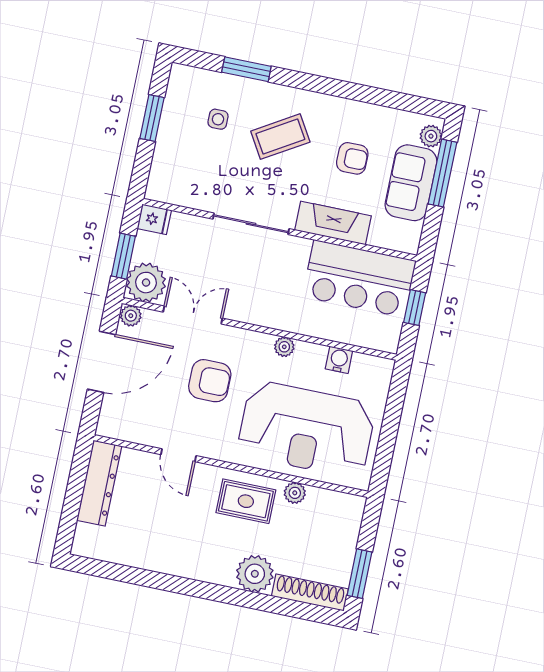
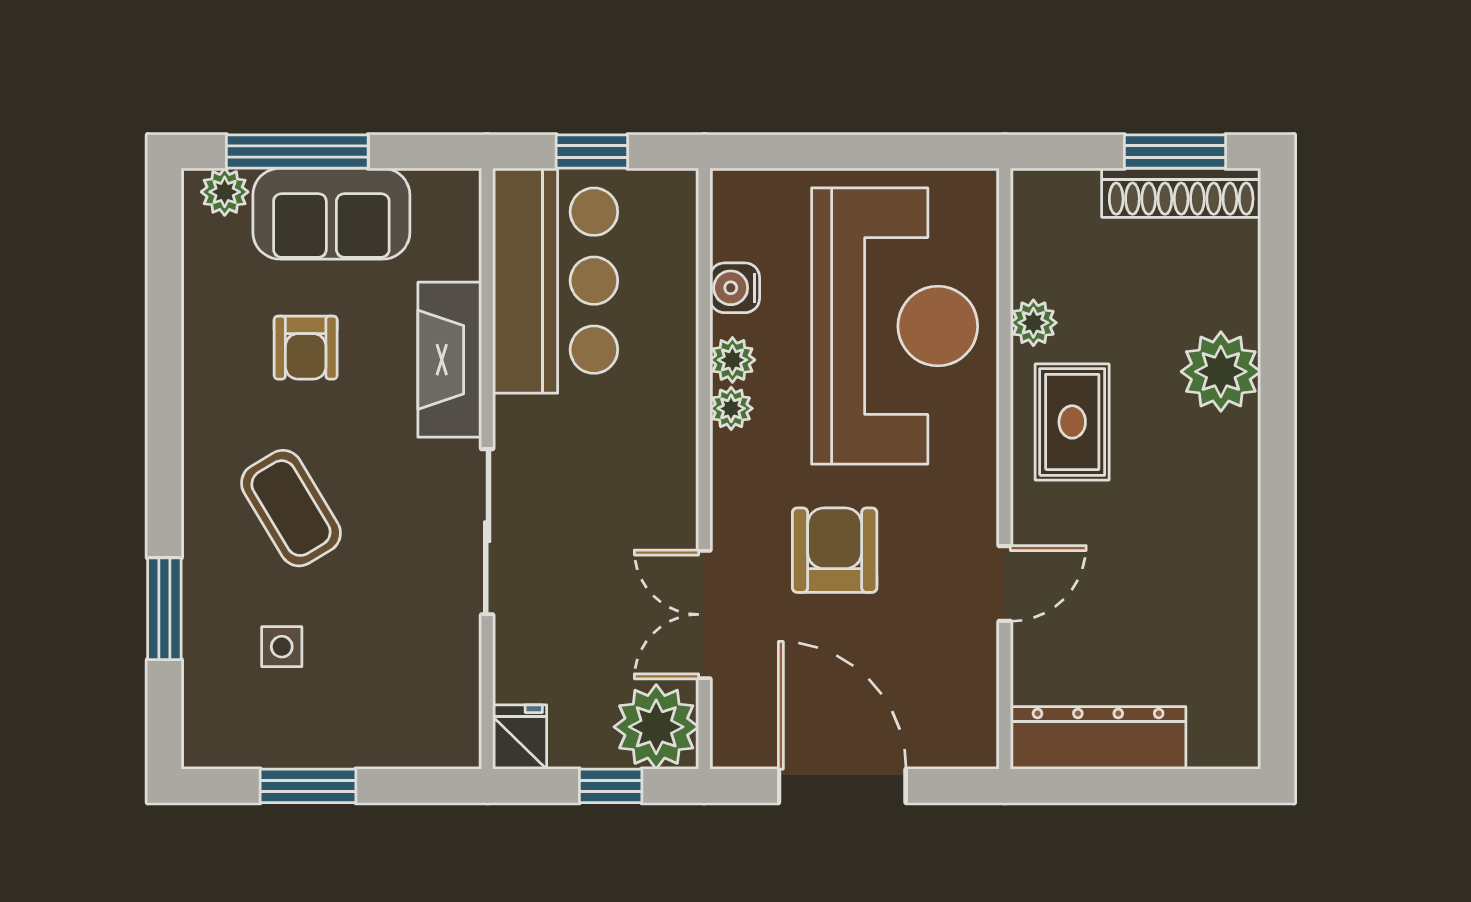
armchair: (352, 158) -> (306, 348), turned 180
window: (123, 256) -> (611, 786), width x0.67
plant: (131, 316) -> (732, 360), moved
shoe rack: (310, 593) -> (1181, 193), moved, turned -90

